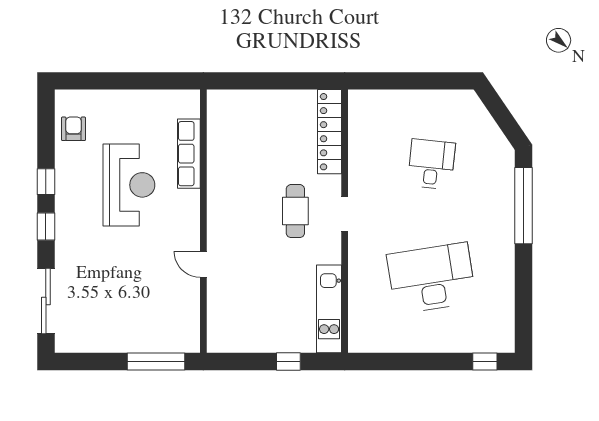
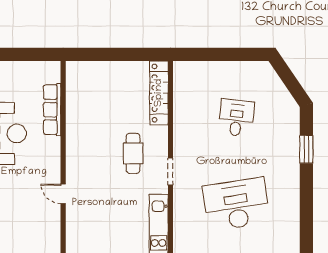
window: (523, 206) -> (306, 149), width x0.47
doorway: (345, 214) -> (170, 172), moved

